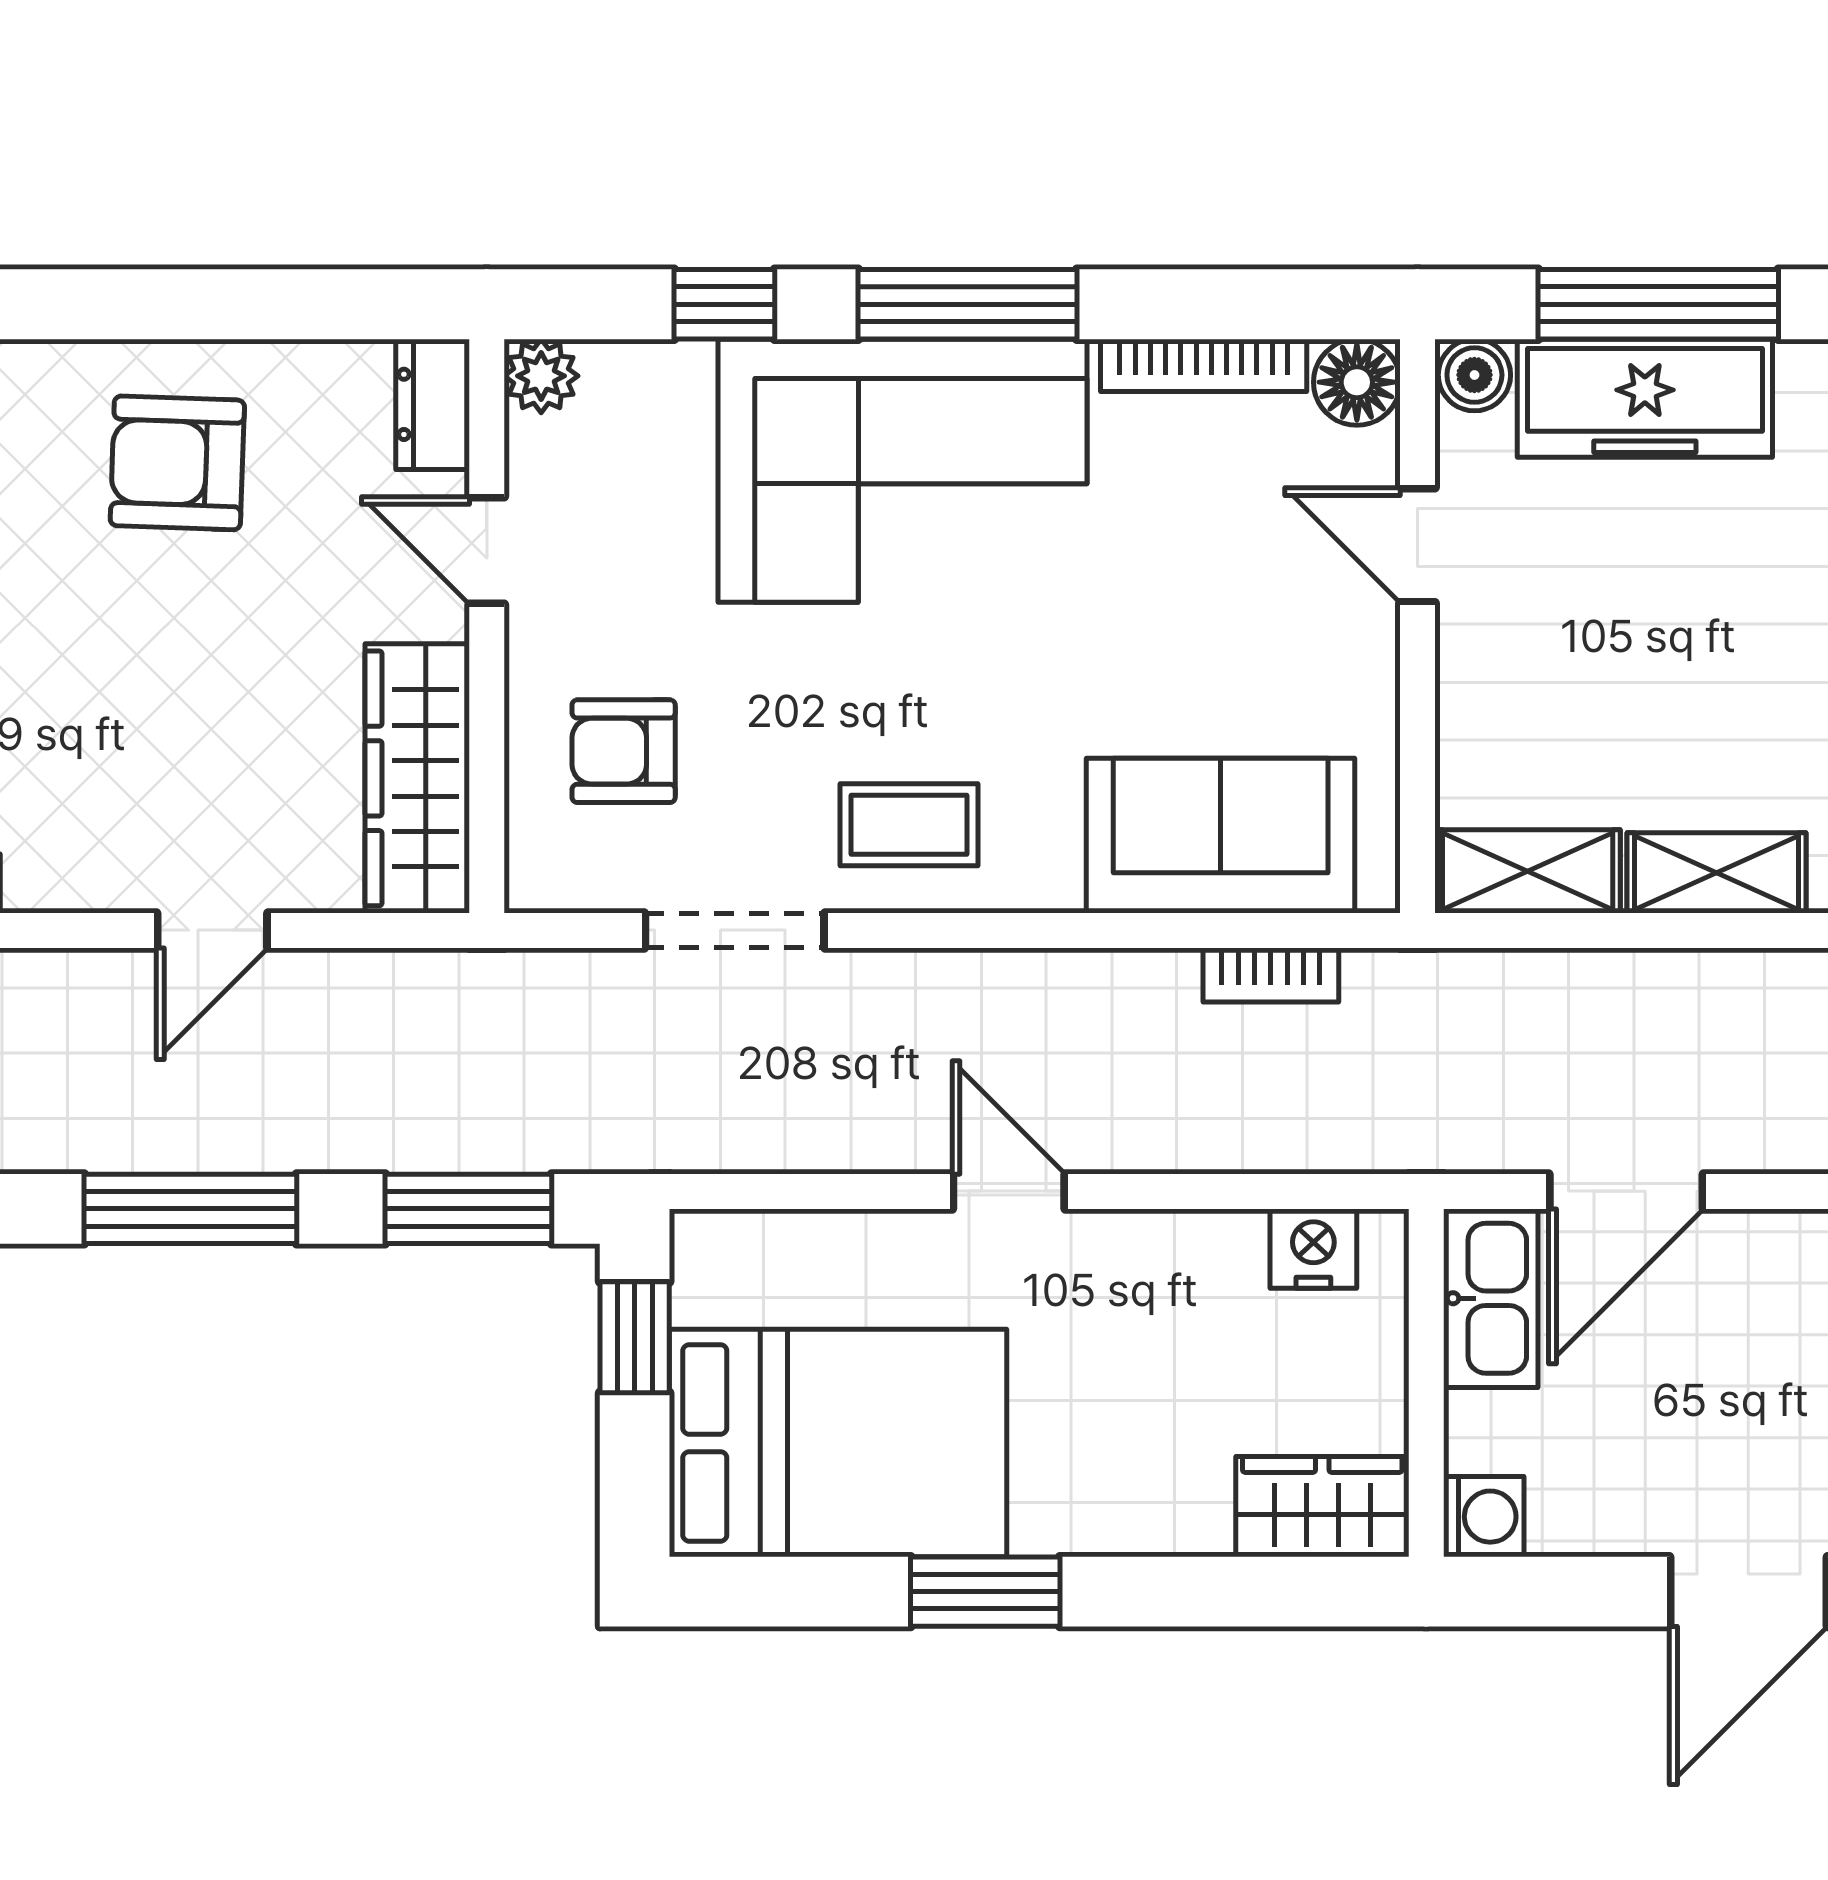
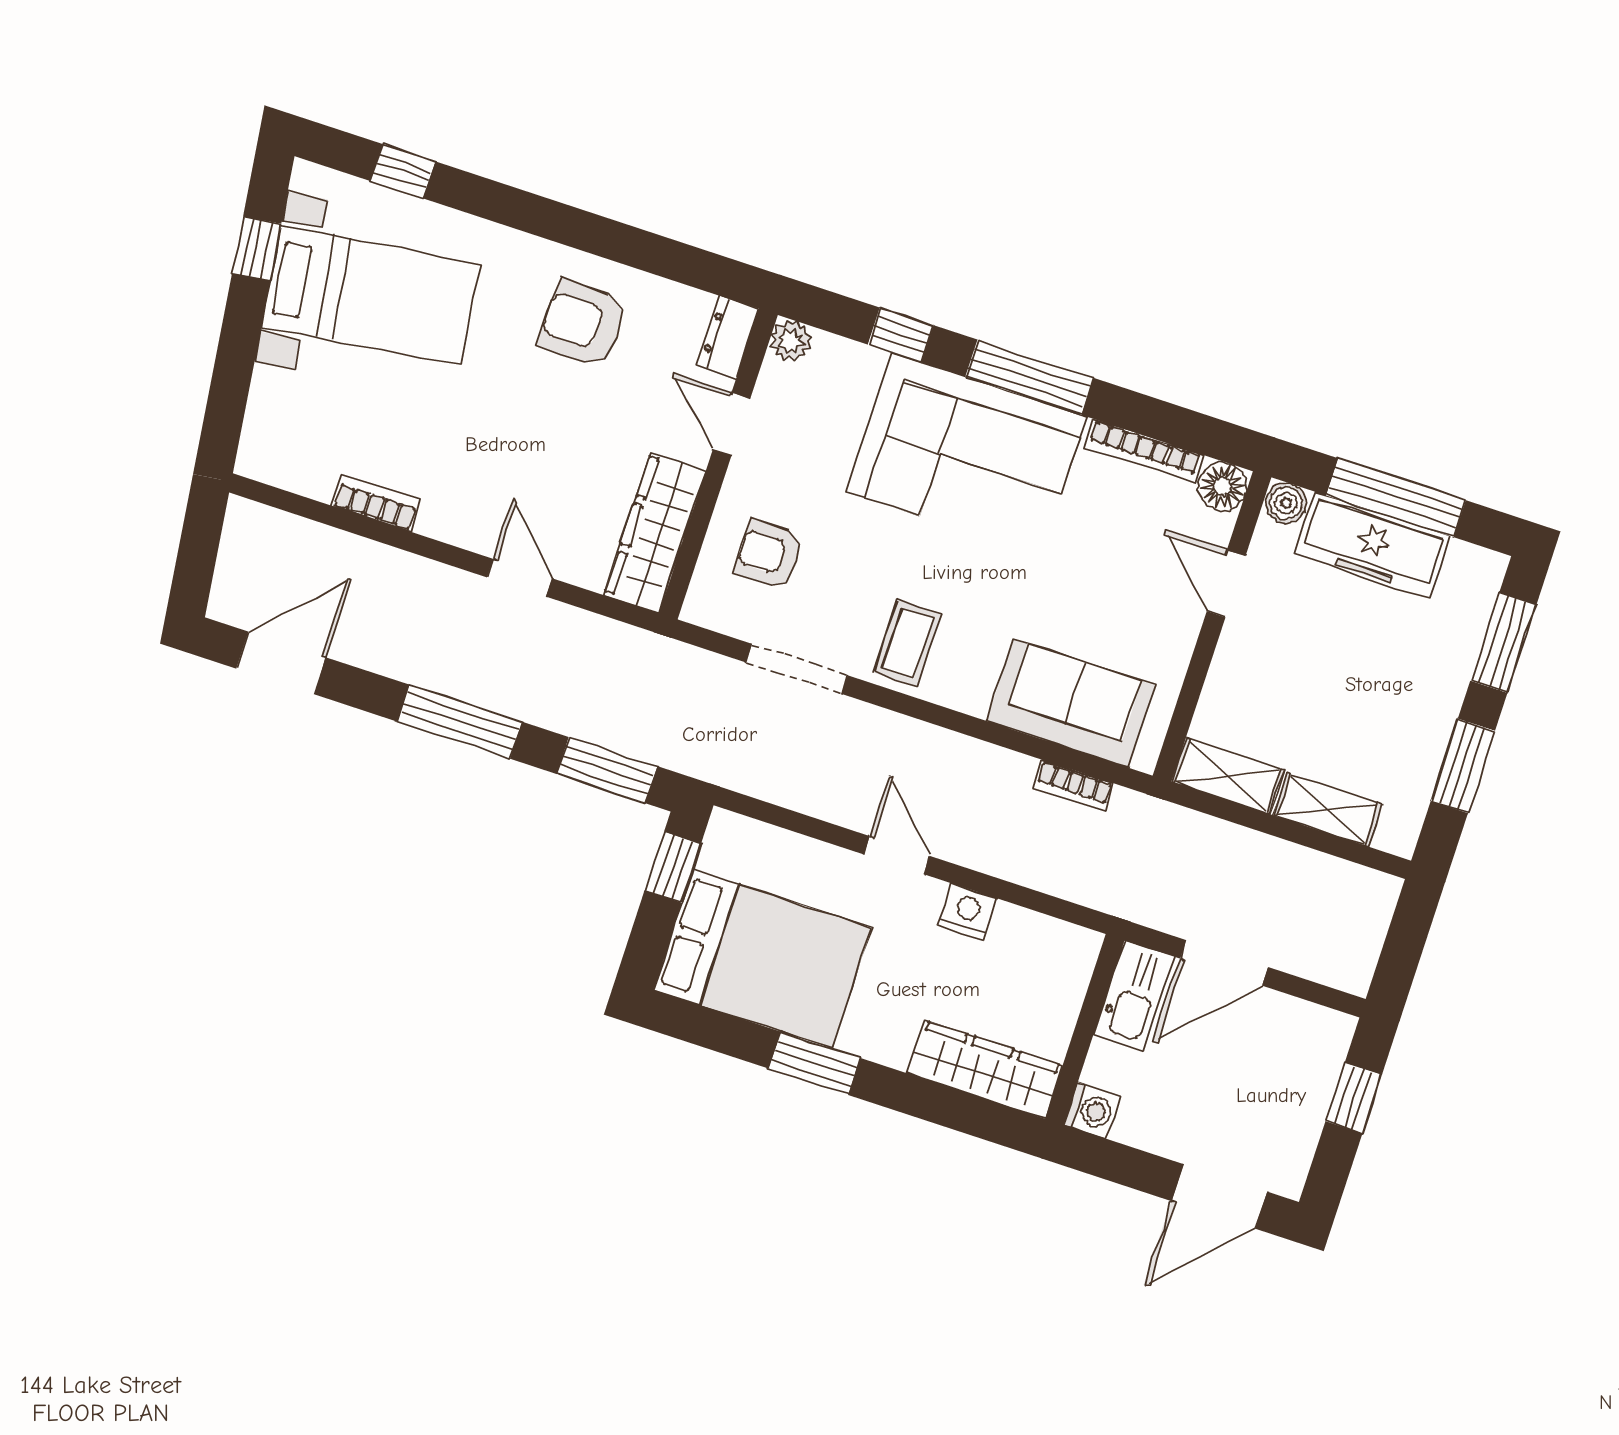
coffee table: (909, 825) -> (908, 643), turned 90
door: (212, 930) -> (520, 578), swing flipped
nightstand: (1313, 1249) -> (967, 912), moved
wardrobe: (1322, 1507) -> (985, 1069), width x1.50

